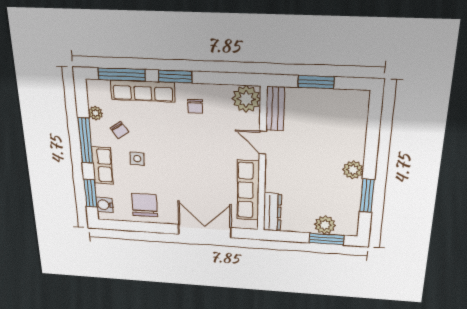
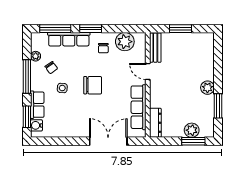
plant: (246, 99) -> (125, 42), moved
row of seats: (102, 165) -> (37, 105), moved
chair: (145, 205) -> (93, 85), moved, turned 90

